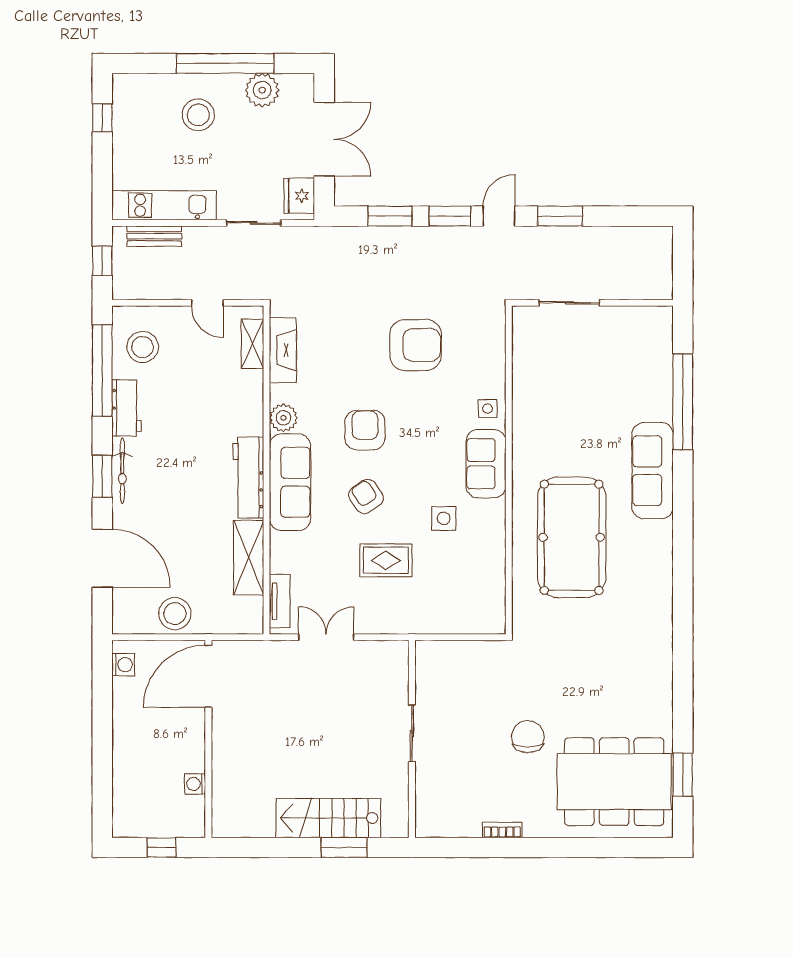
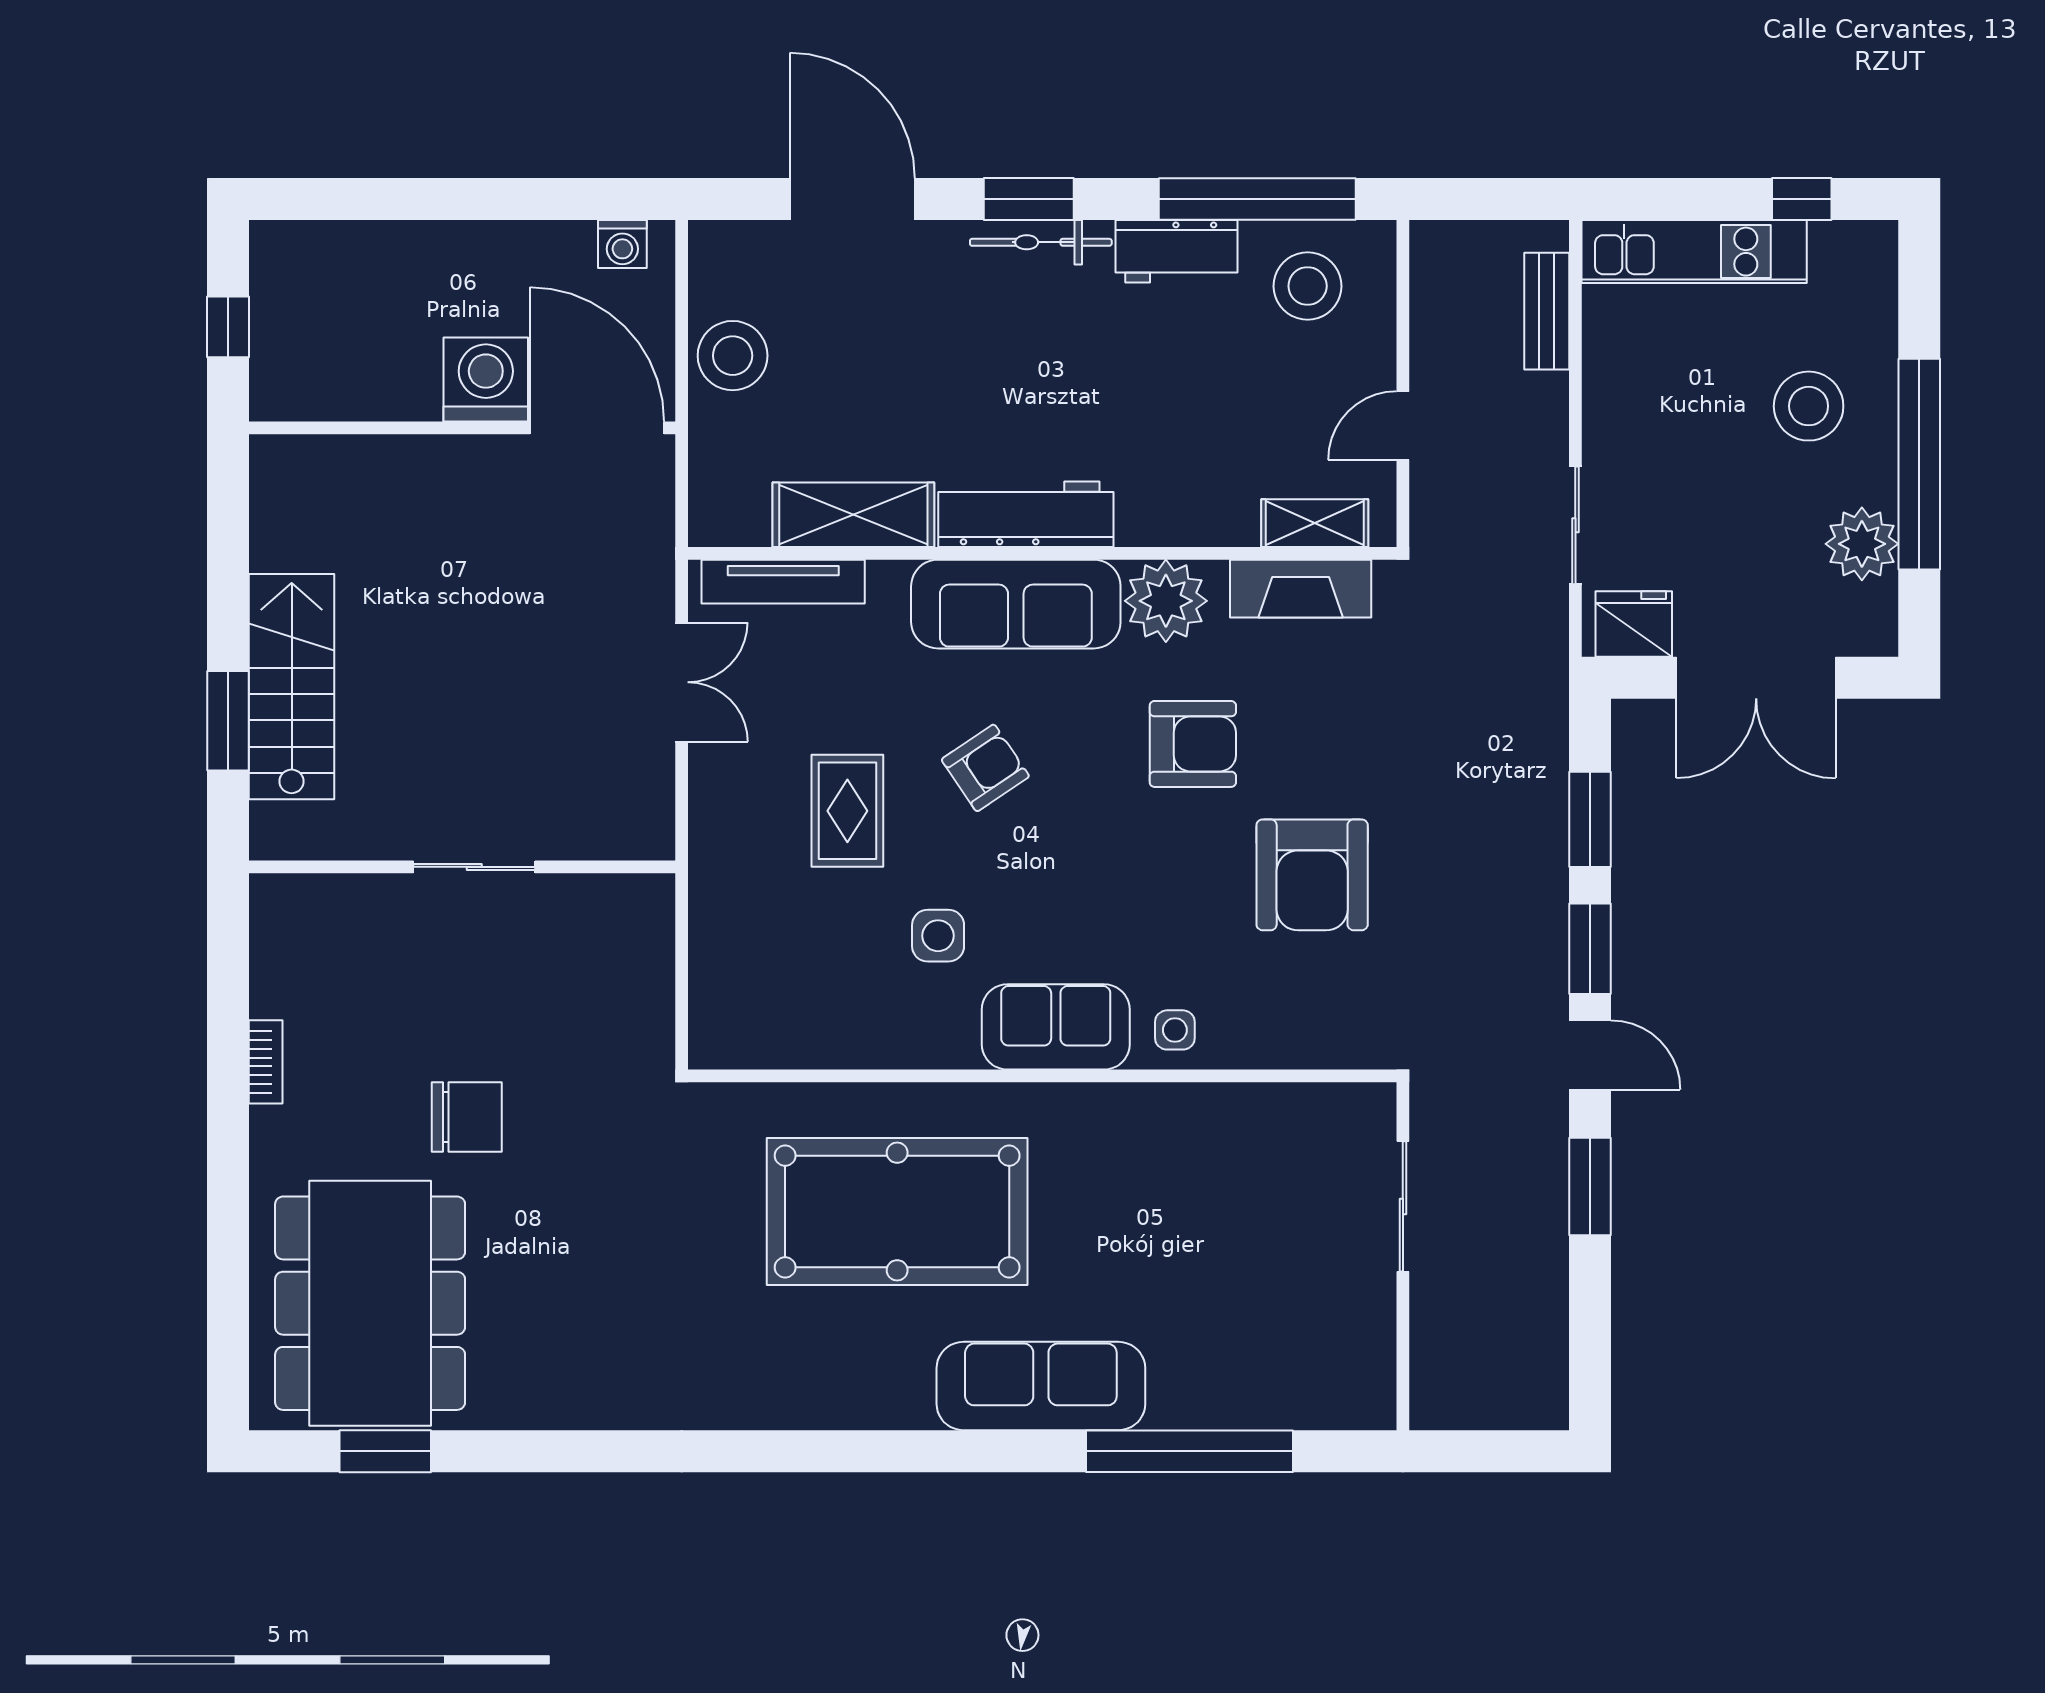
kitchen unit: (164, 205) -> (1694, 252), moved, turned 90
window: (102, 261) -> (1494, 199), removed
plant: (283, 418) -> (1166, 601), width x1.36, depth x1.36
armchair: (365, 430) -> (1193, 744), moved
door: (102, 558) -> (852, 199), swing flipped
tv unit: (280, 601) -> (783, 582), width x1.41
washing machine: (195, 784) -> (486, 380), moved, width x1.89, depth x1.89

